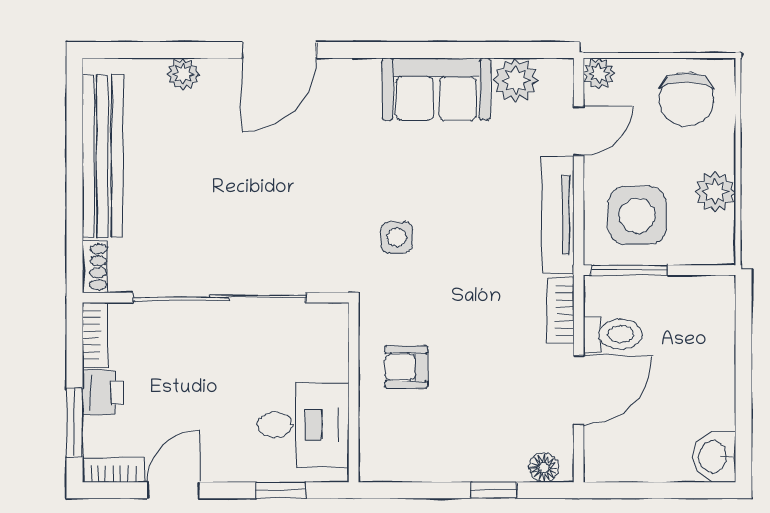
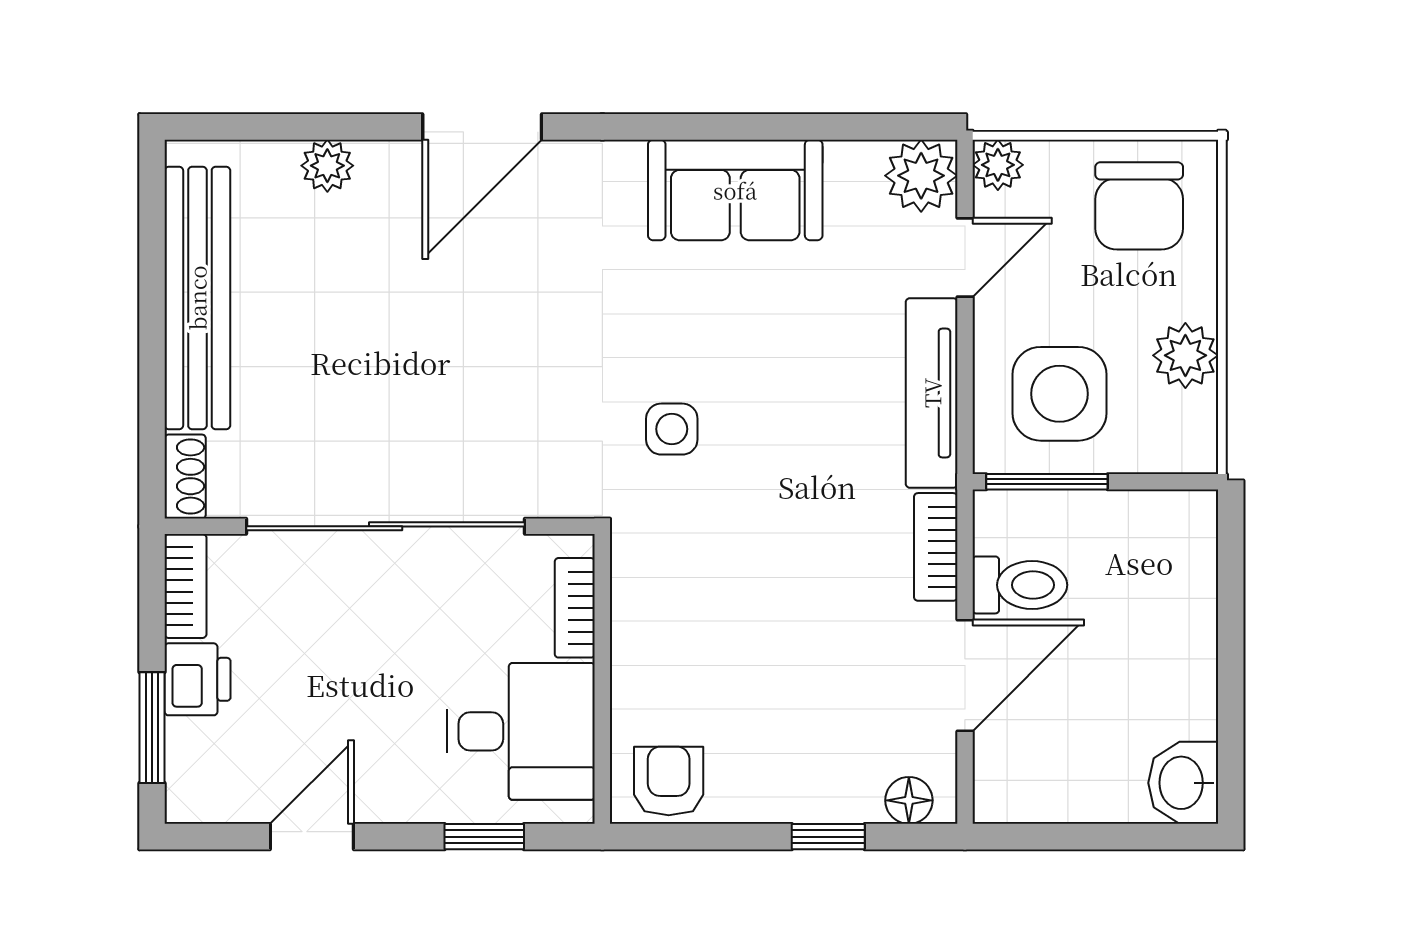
plant: (516, 80) -> (921, 176), moved
armchair: (406, 367) -> (669, 781), moved, turned 90
bookcase: (113, 470) -> (575, 608), moved, turned -90

